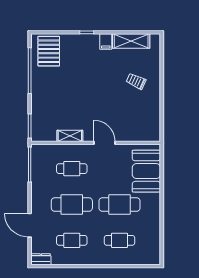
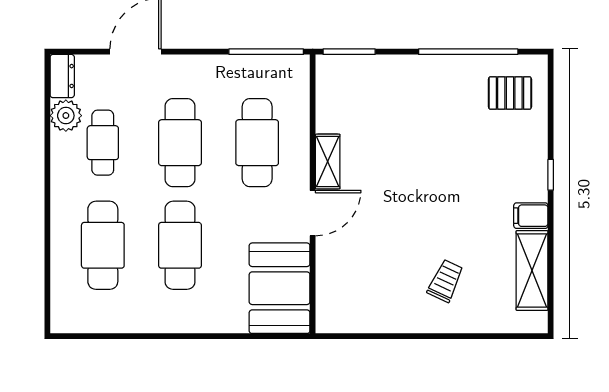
pallet: (49, 51) -> (510, 93), width x0.67, depth x0.71
shelving: (70, 136) -> (328, 162), moved
cafe table: (72, 169) -> (257, 143), width x1.37, depth x1.35
booth: (146, 171) -> (280, 288), moved, turned 90
cafe table: (119, 240) -> (103, 245), width x1.37, depth x1.35
plant: (59, 258) -> (66, 116), added

